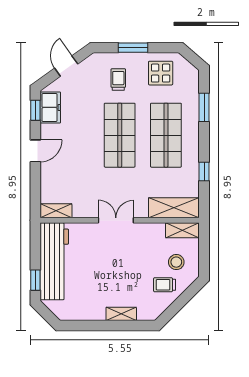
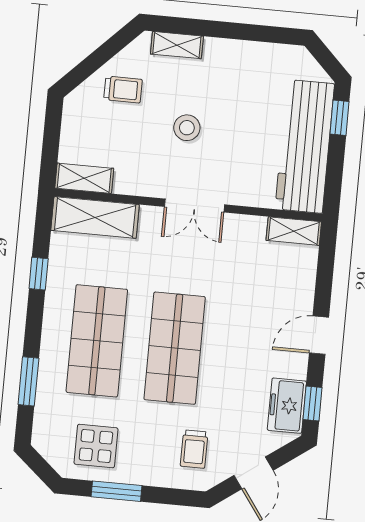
window: (133, 48) -> (117, 491), moved
trolley: (118, 80) -> (194, 449), moved
stool: (176, 262) -> (187, 128), moved
shelving: (121, 314) -> (177, 45), moved

